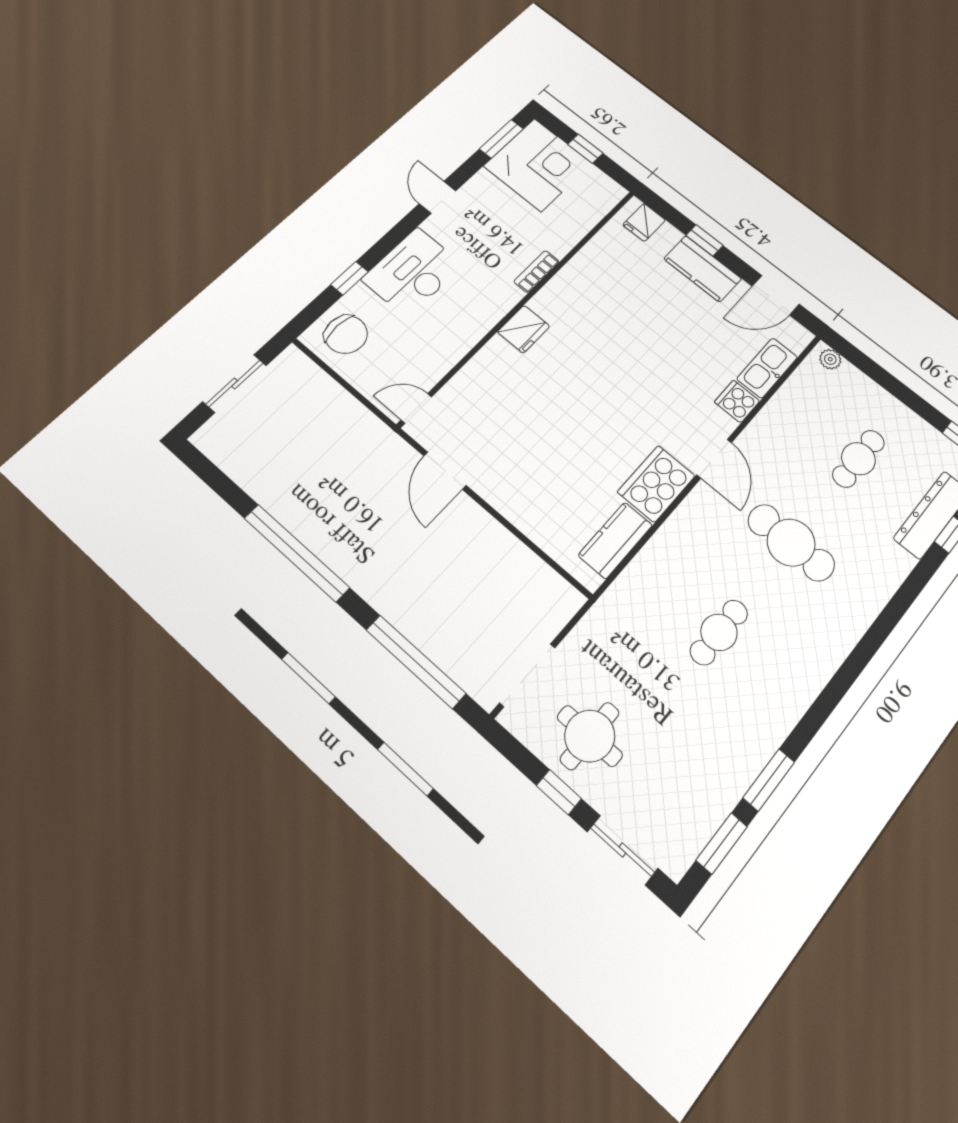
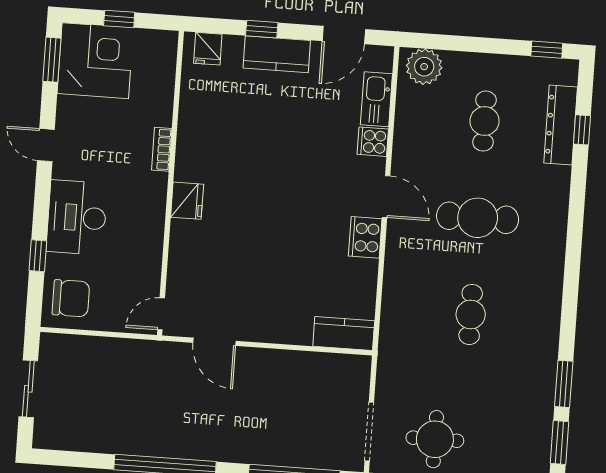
plant: (830, 359) -> (424, 67), width x1.88, depth x1.88
cooker: (656, 484) -> (365, 237), width x0.73, depth x0.76
kitchen counter: (615, 540) -> (344, 333), moved, turned 90

